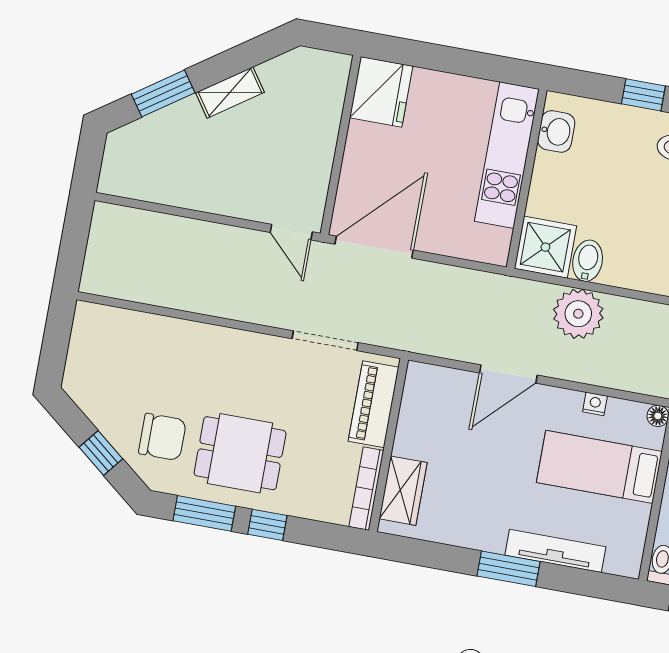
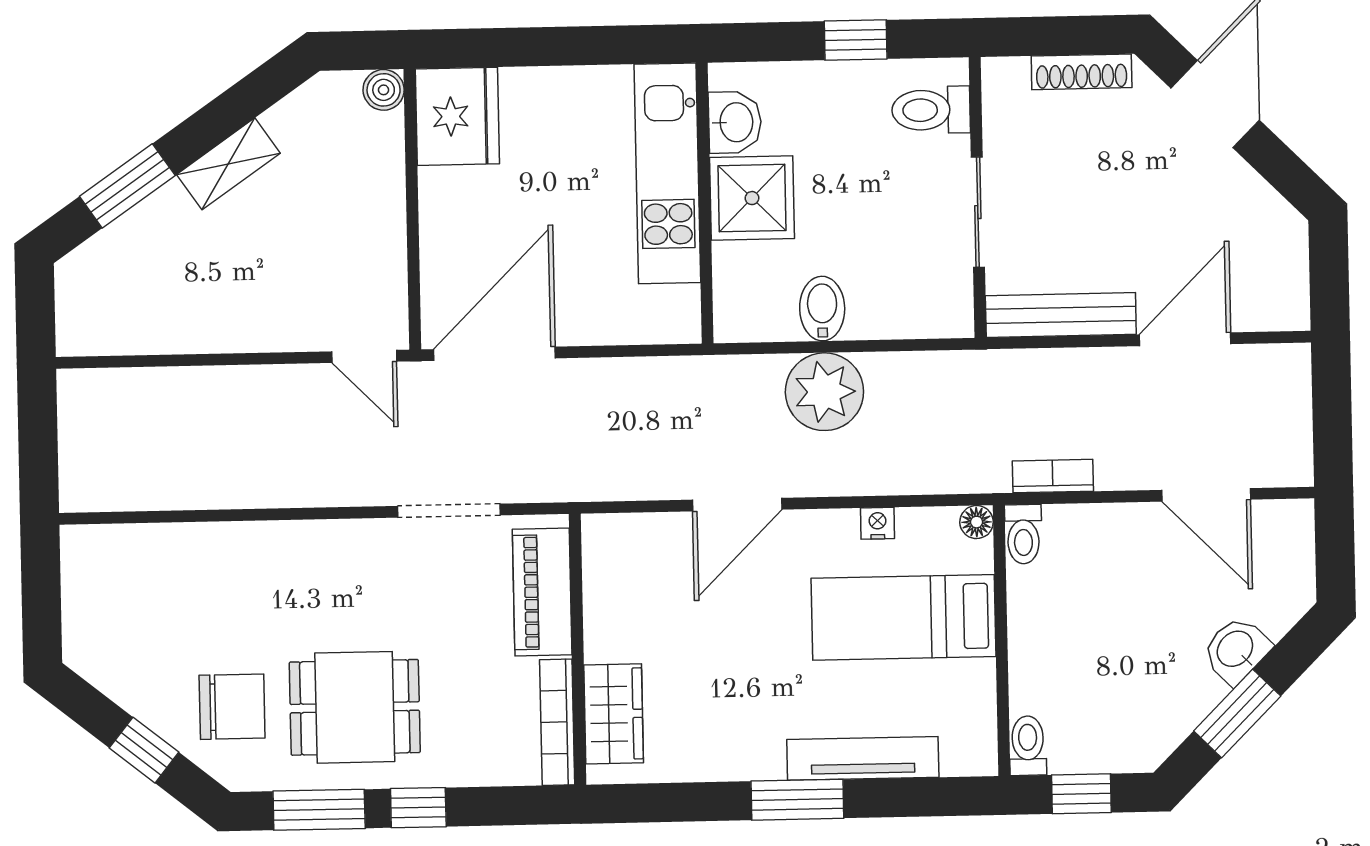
boiler: (338, 66) -> (384, 90), added
shower: (545, 247) -> (752, 198), moved

